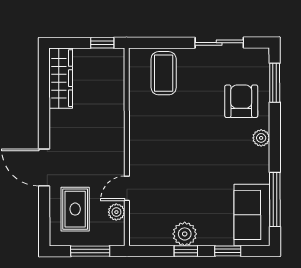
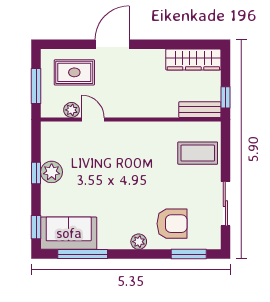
bench: (116, 71) -> (200, 110), added
window: (228, 251) -> (36, 227), moved

